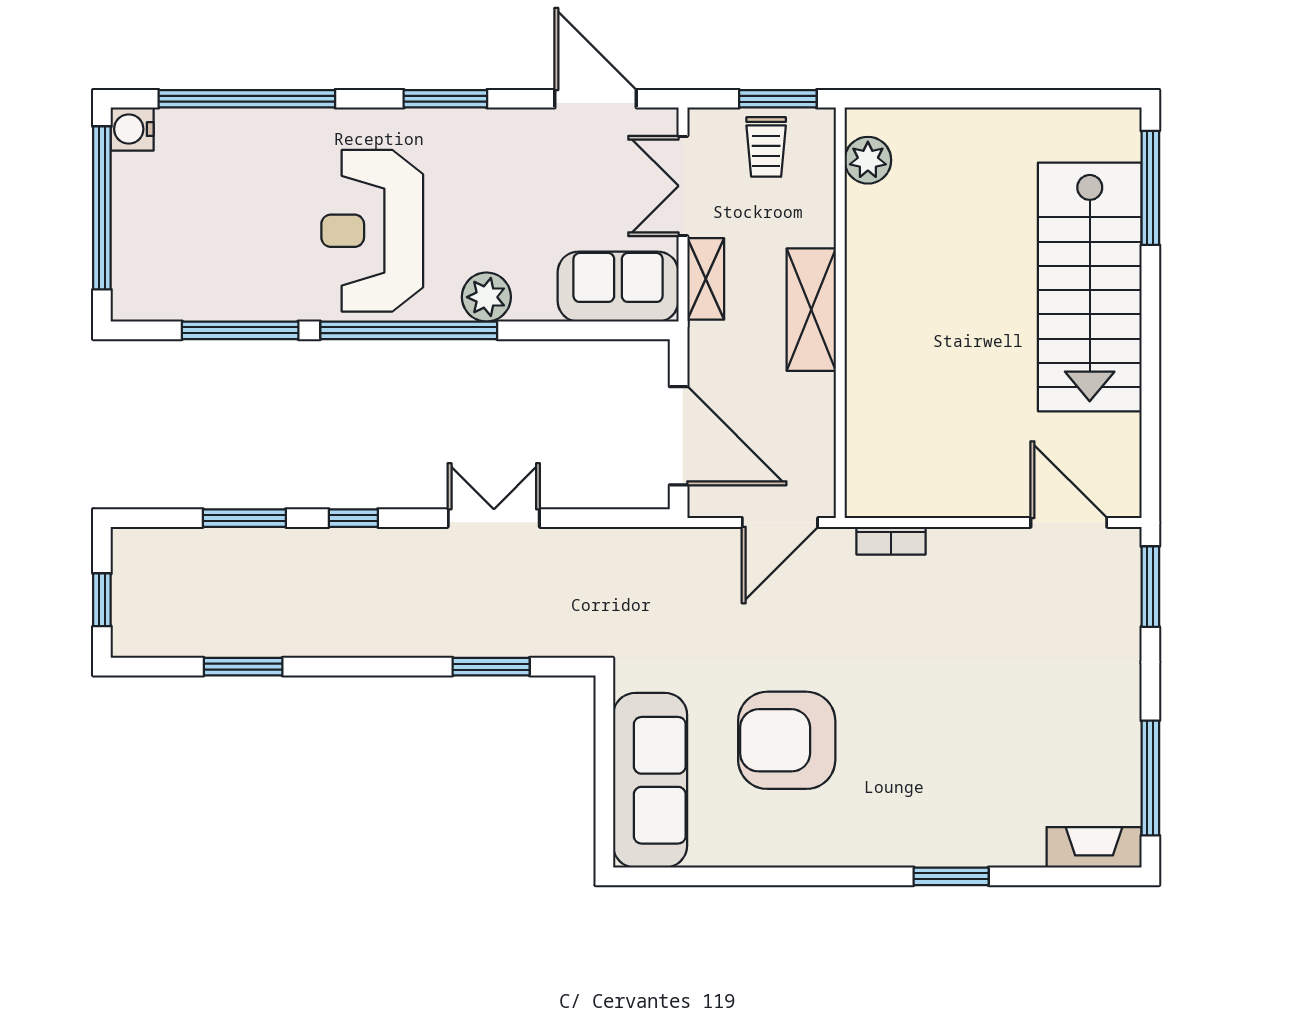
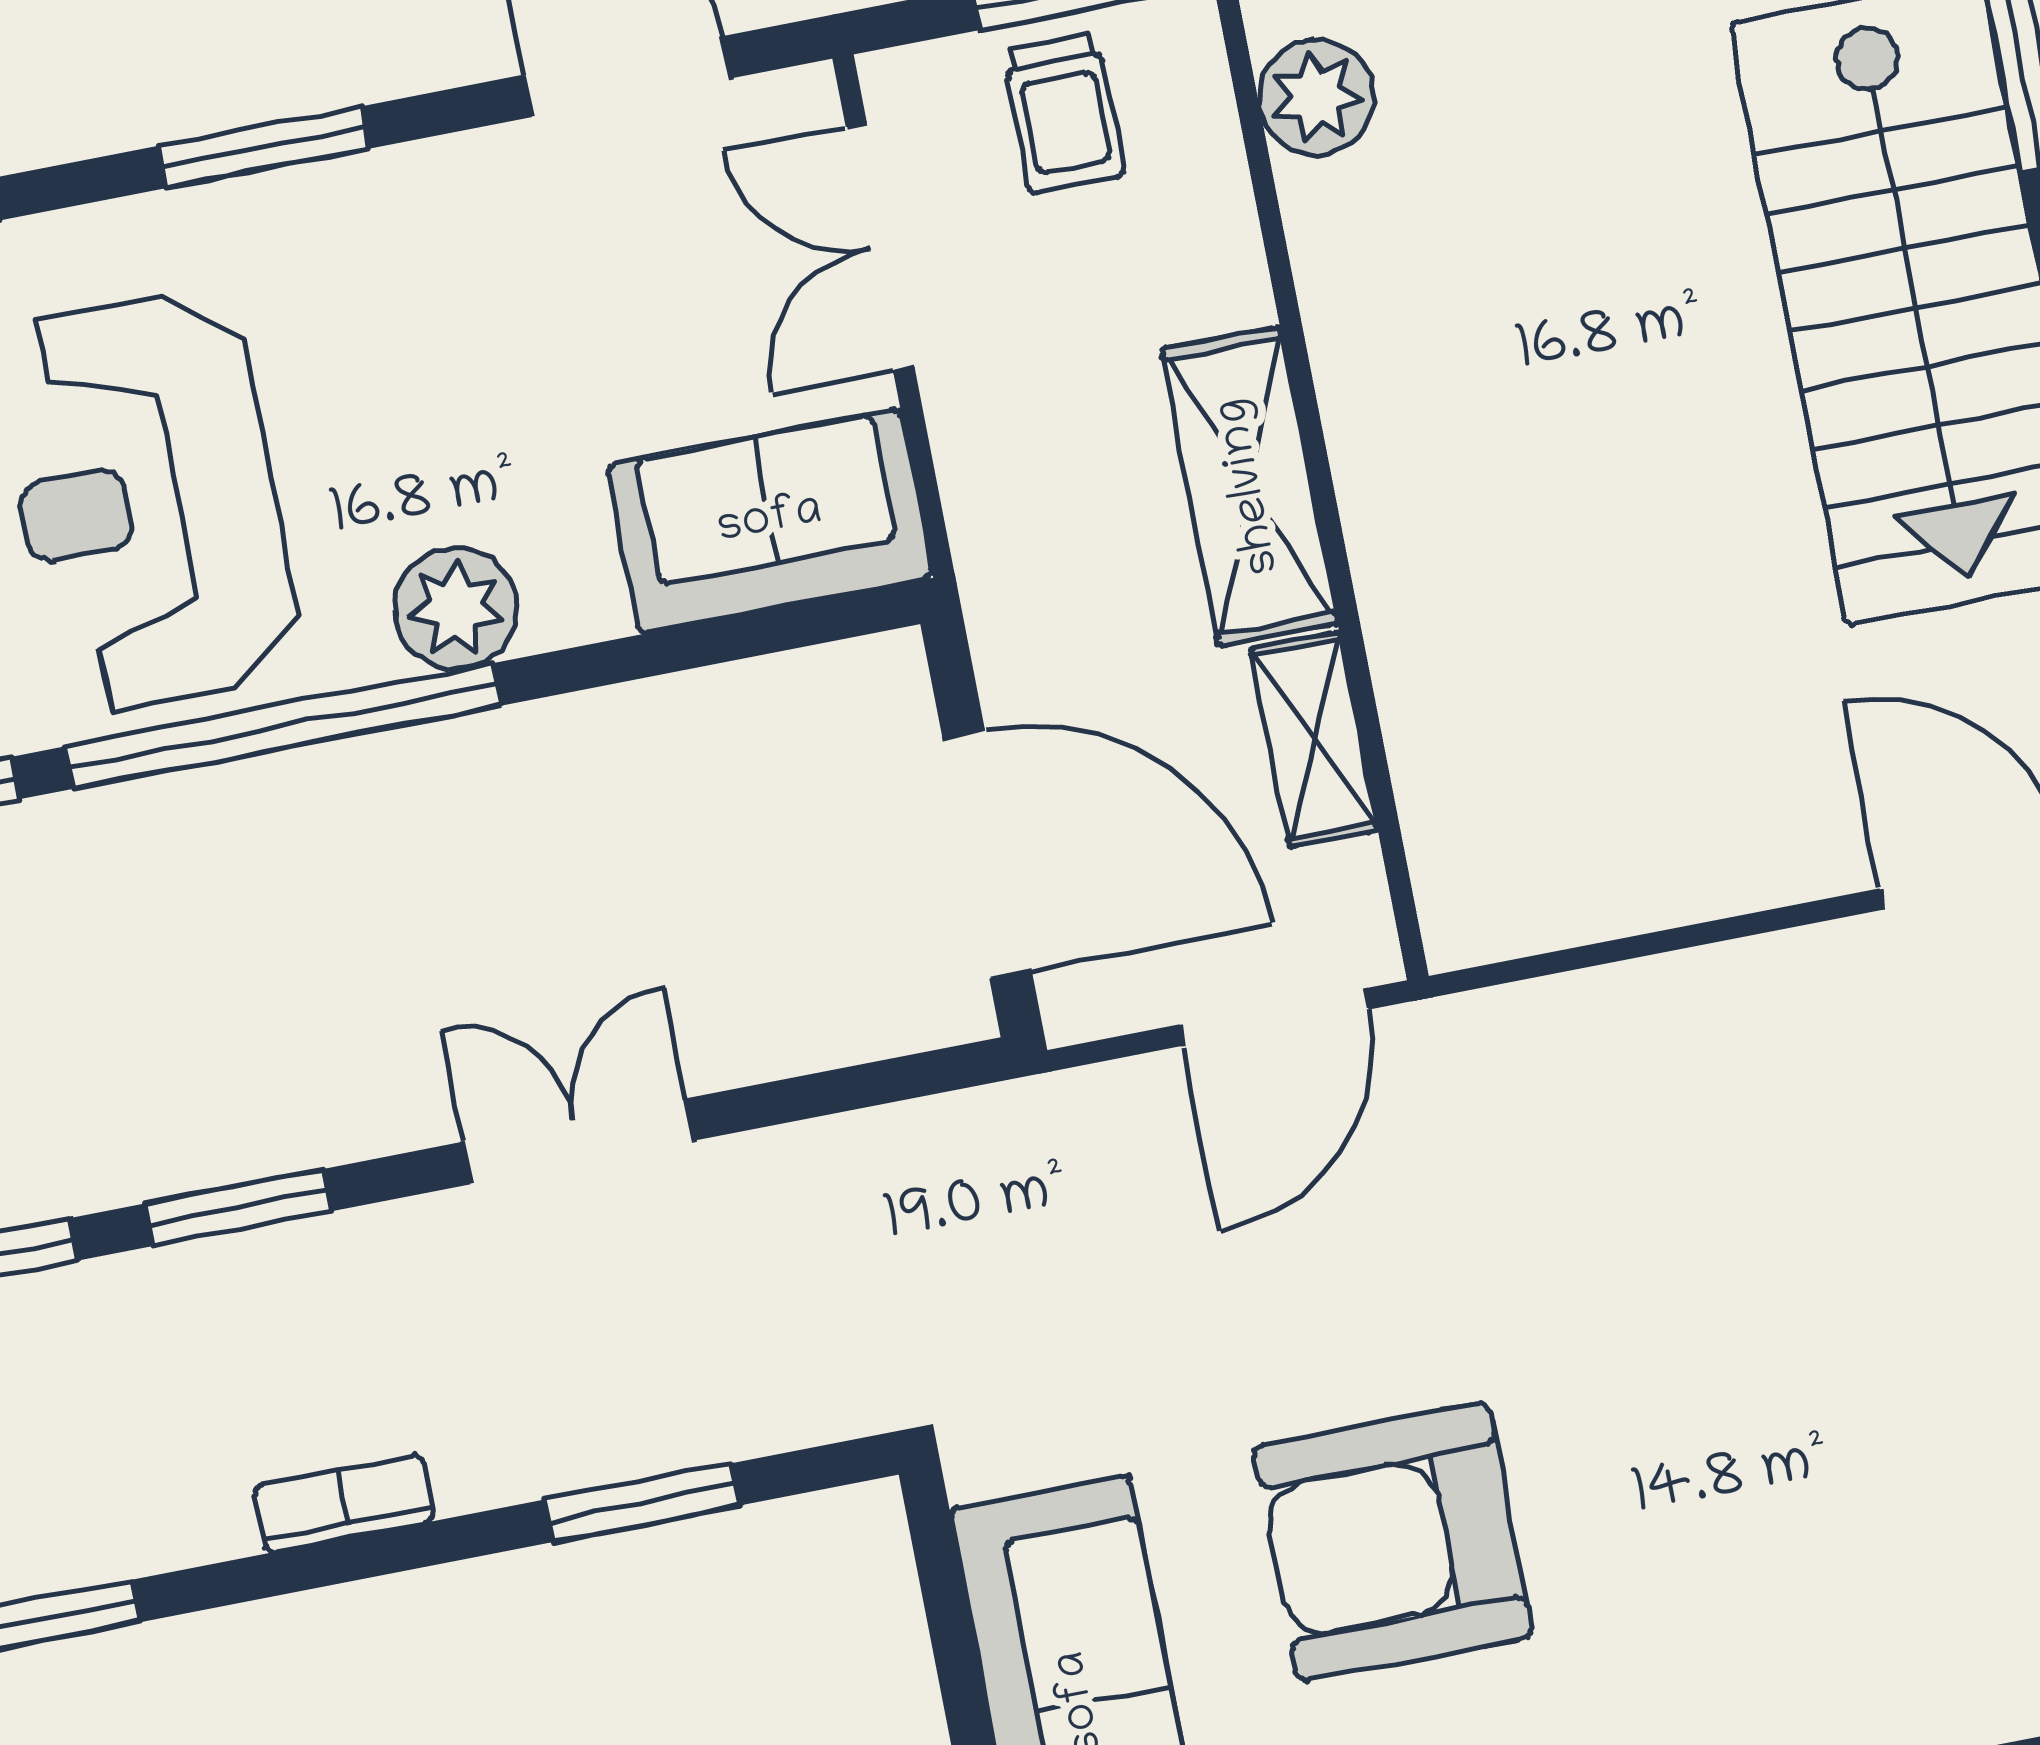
shelving: (706, 279) -> (1314, 739), moved
window: (353, 518) -> (238, 1208), width x1.50
bookcase: (891, 541) -> (344, 1504), moved, turned 180

